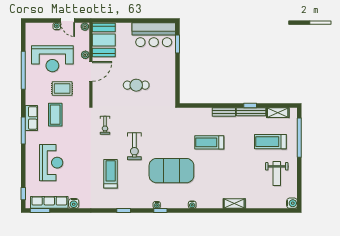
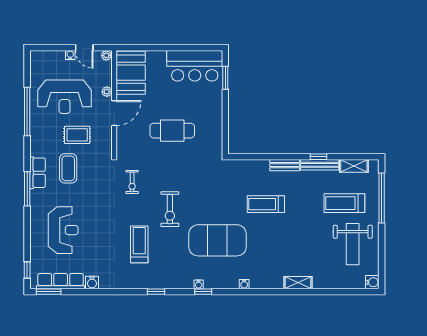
cafe table: (136, 85) -> (172, 131), width x1.37, depth x1.35
weight bench: (277, 174) -> (353, 244), width x1.36, depth x1.33

